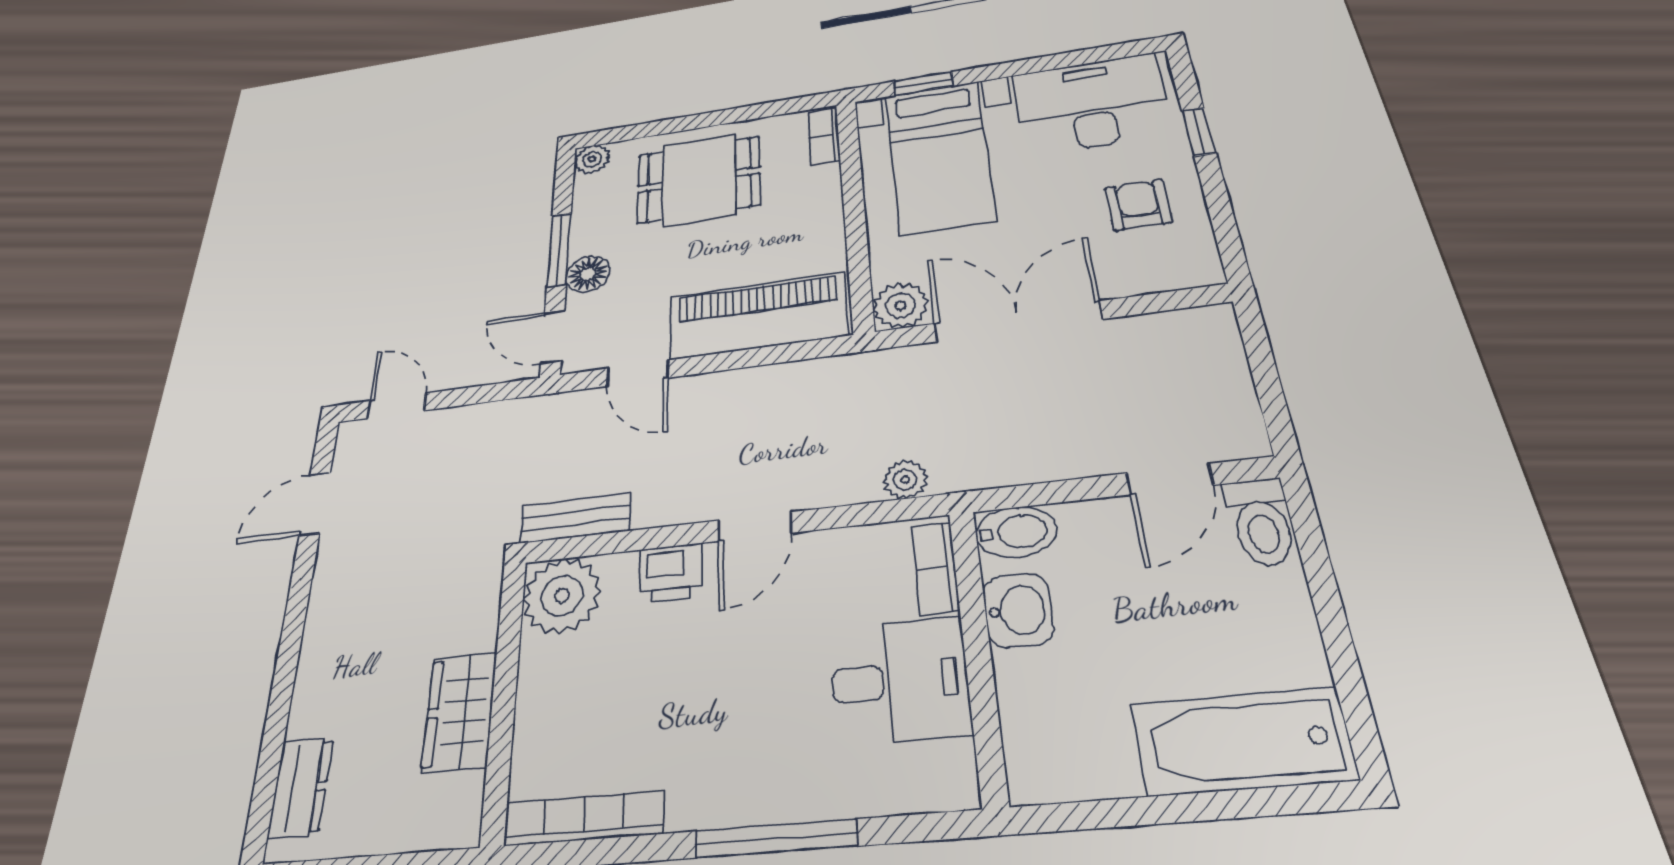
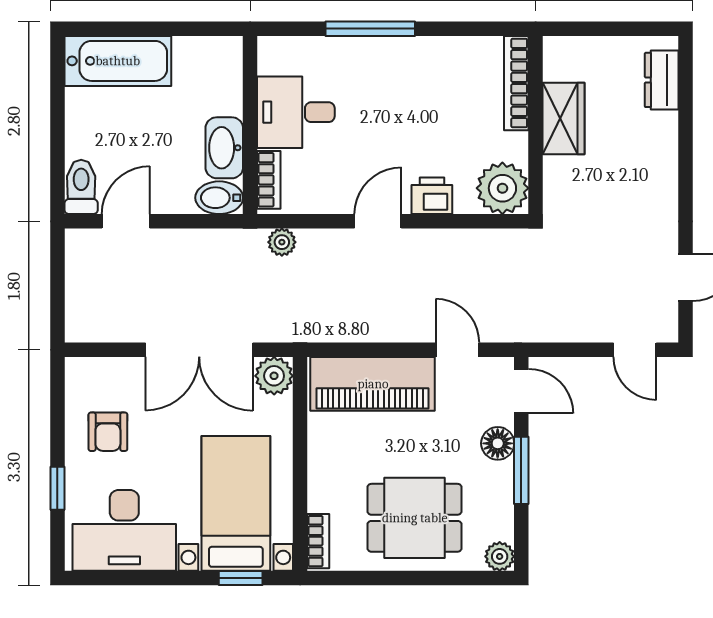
bench: (575, 518) -> (497, 242), removed
washbasin: (1018, 610) -> (224, 148), width x1.38
bookcase: (584, 818) -> (516, 83), moved, turned 90

